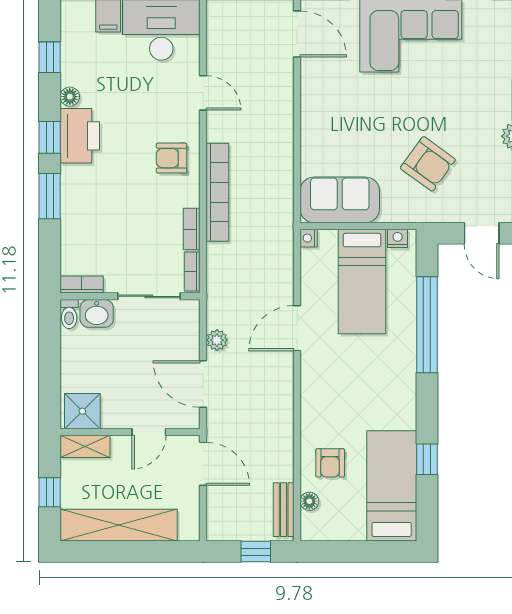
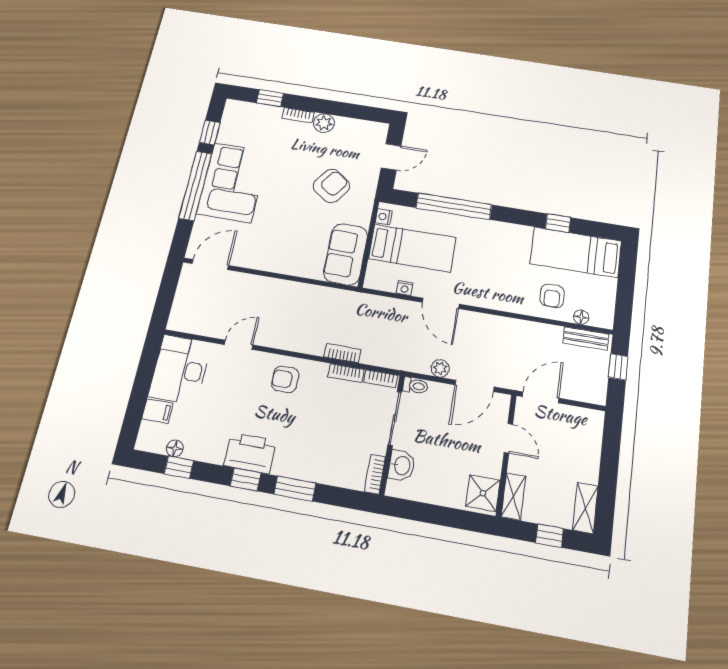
floor lamp: (70, 97) -> (175, 448), moved
armchair: (172, 158) -> (285, 379), turned 90
bookcase: (217, 192) -> (343, 353), width x0.43, depth x0.76
nightstand: (309, 238) -> (405, 288), moved
toilet: (69, 314) -> (415, 386), moved
armchair: (330, 463) -> (552, 296), turned 90
shelving: (119, 525) -> (585, 508), width x0.45, depth x0.75

